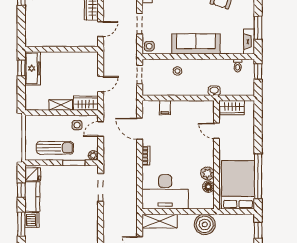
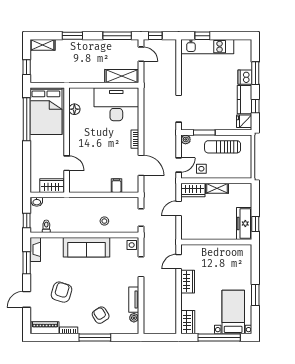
washbasin: (214, 91) -> (37, 202), moved
plant: (207, 173) -> (75, 122), removed
boiler: (205, 224) -> (78, 73), removed

